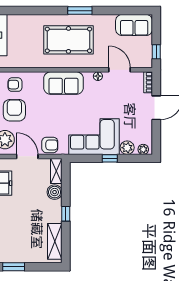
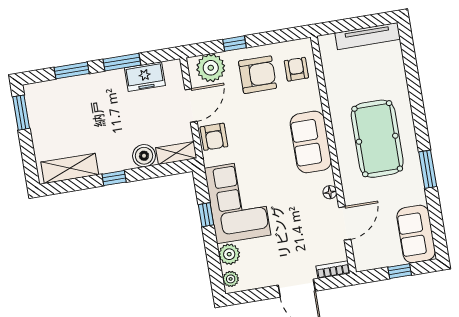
window: (80, 11) -> (428, 169), moved
window: (156, 52) -> (400, 271), moved
window: (110, 158) -> (206, 215), moved

